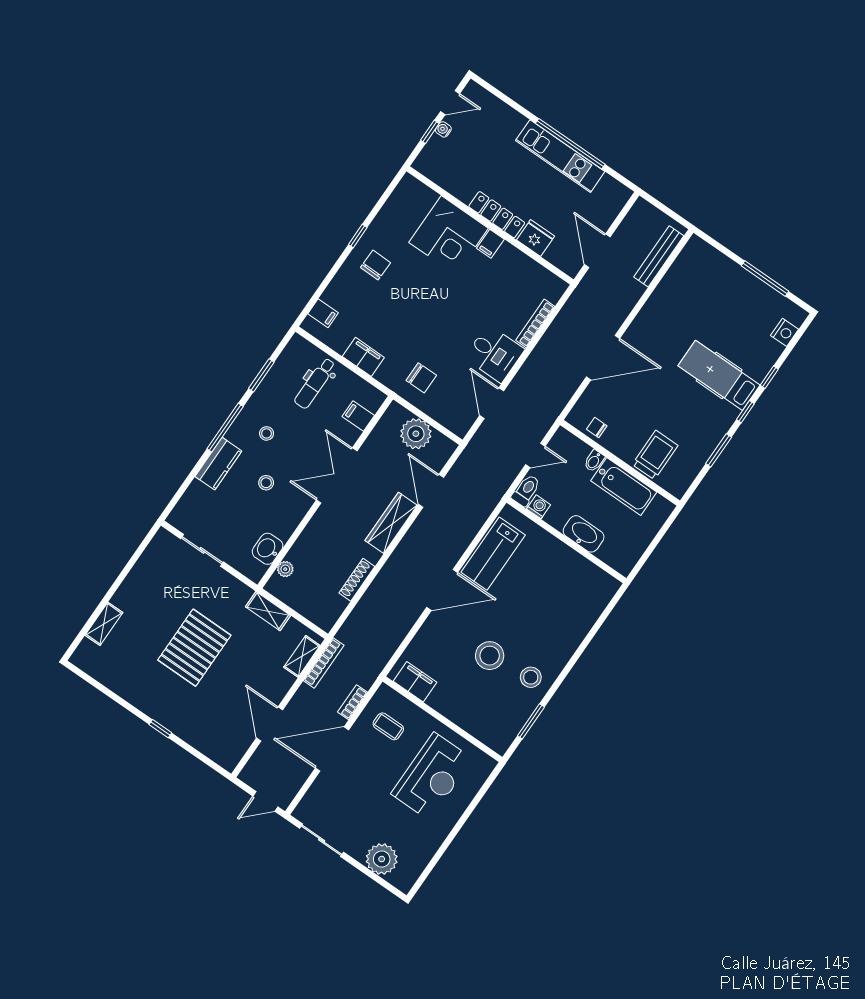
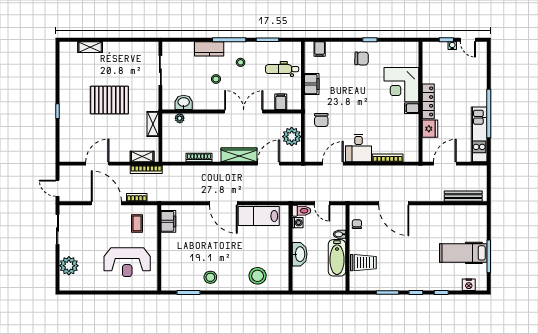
kitchen unit: (560, 156) -> (479, 134), moved
hospital bed: (719, 375) -> (463, 253), moved, turned -90
stool: (490, 656) -> (258, 276), moved

